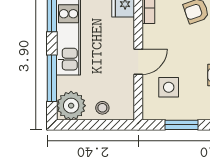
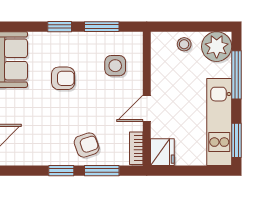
door: (138, 62) -> (147, 108), moved

